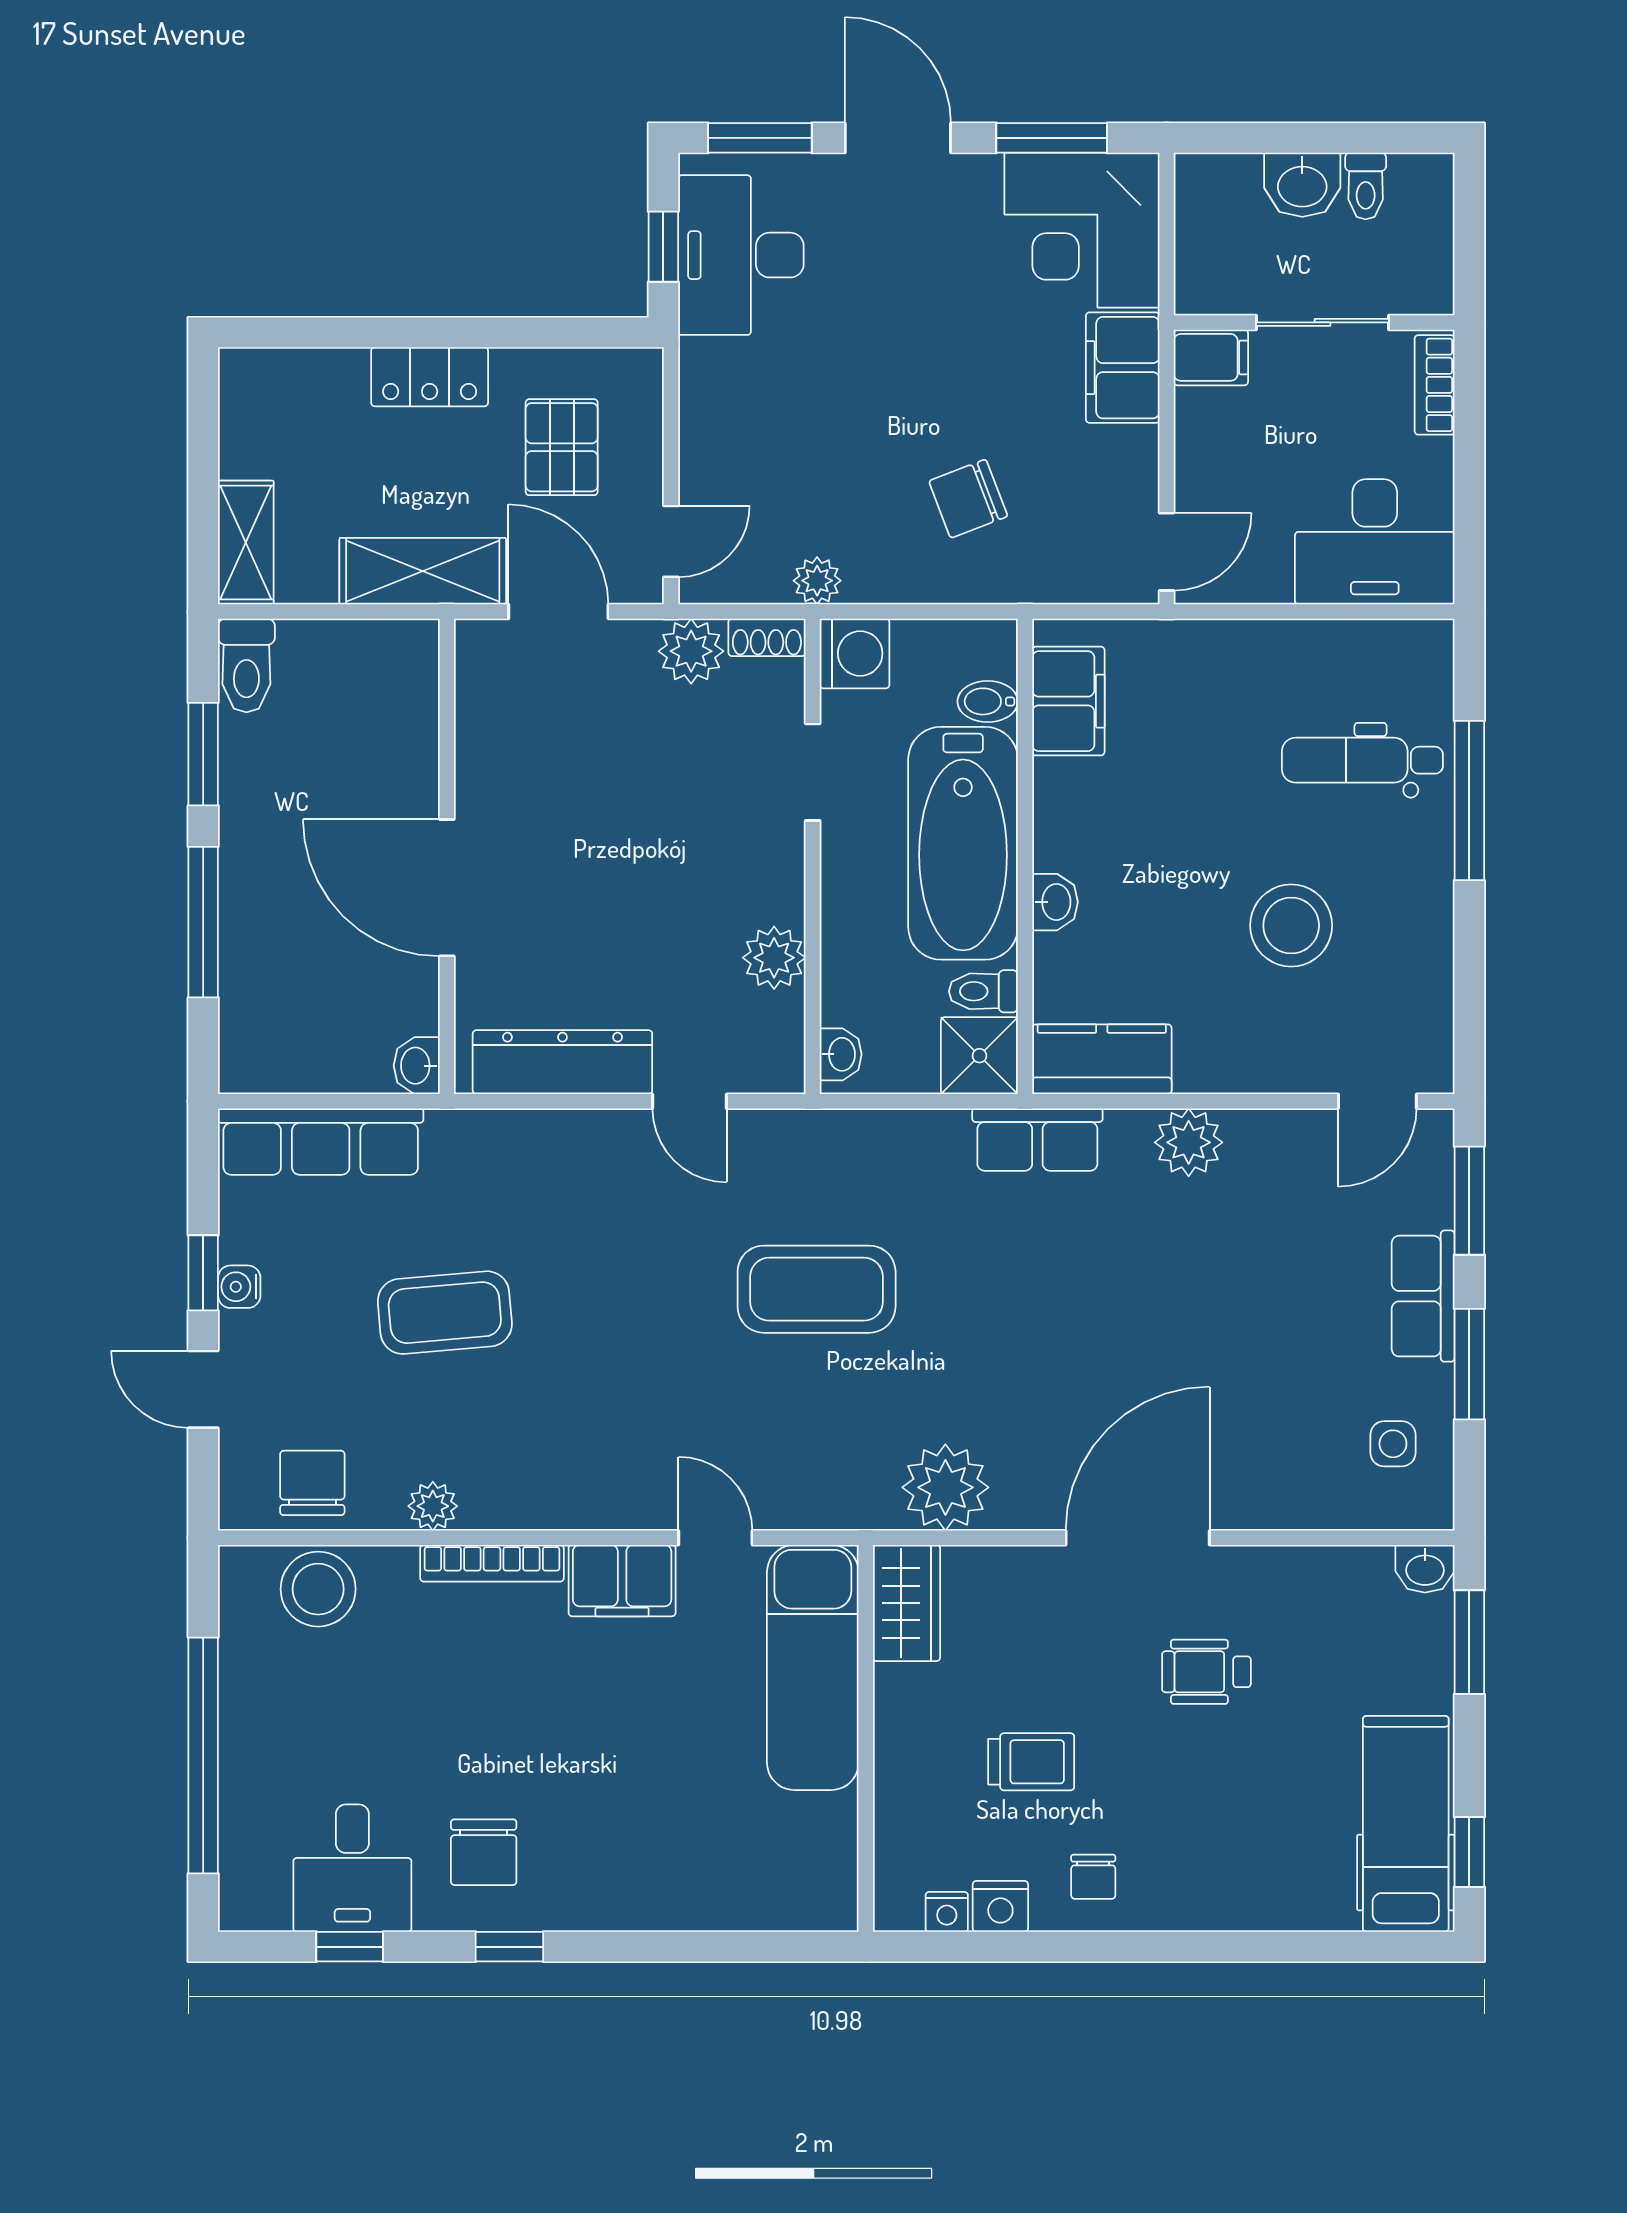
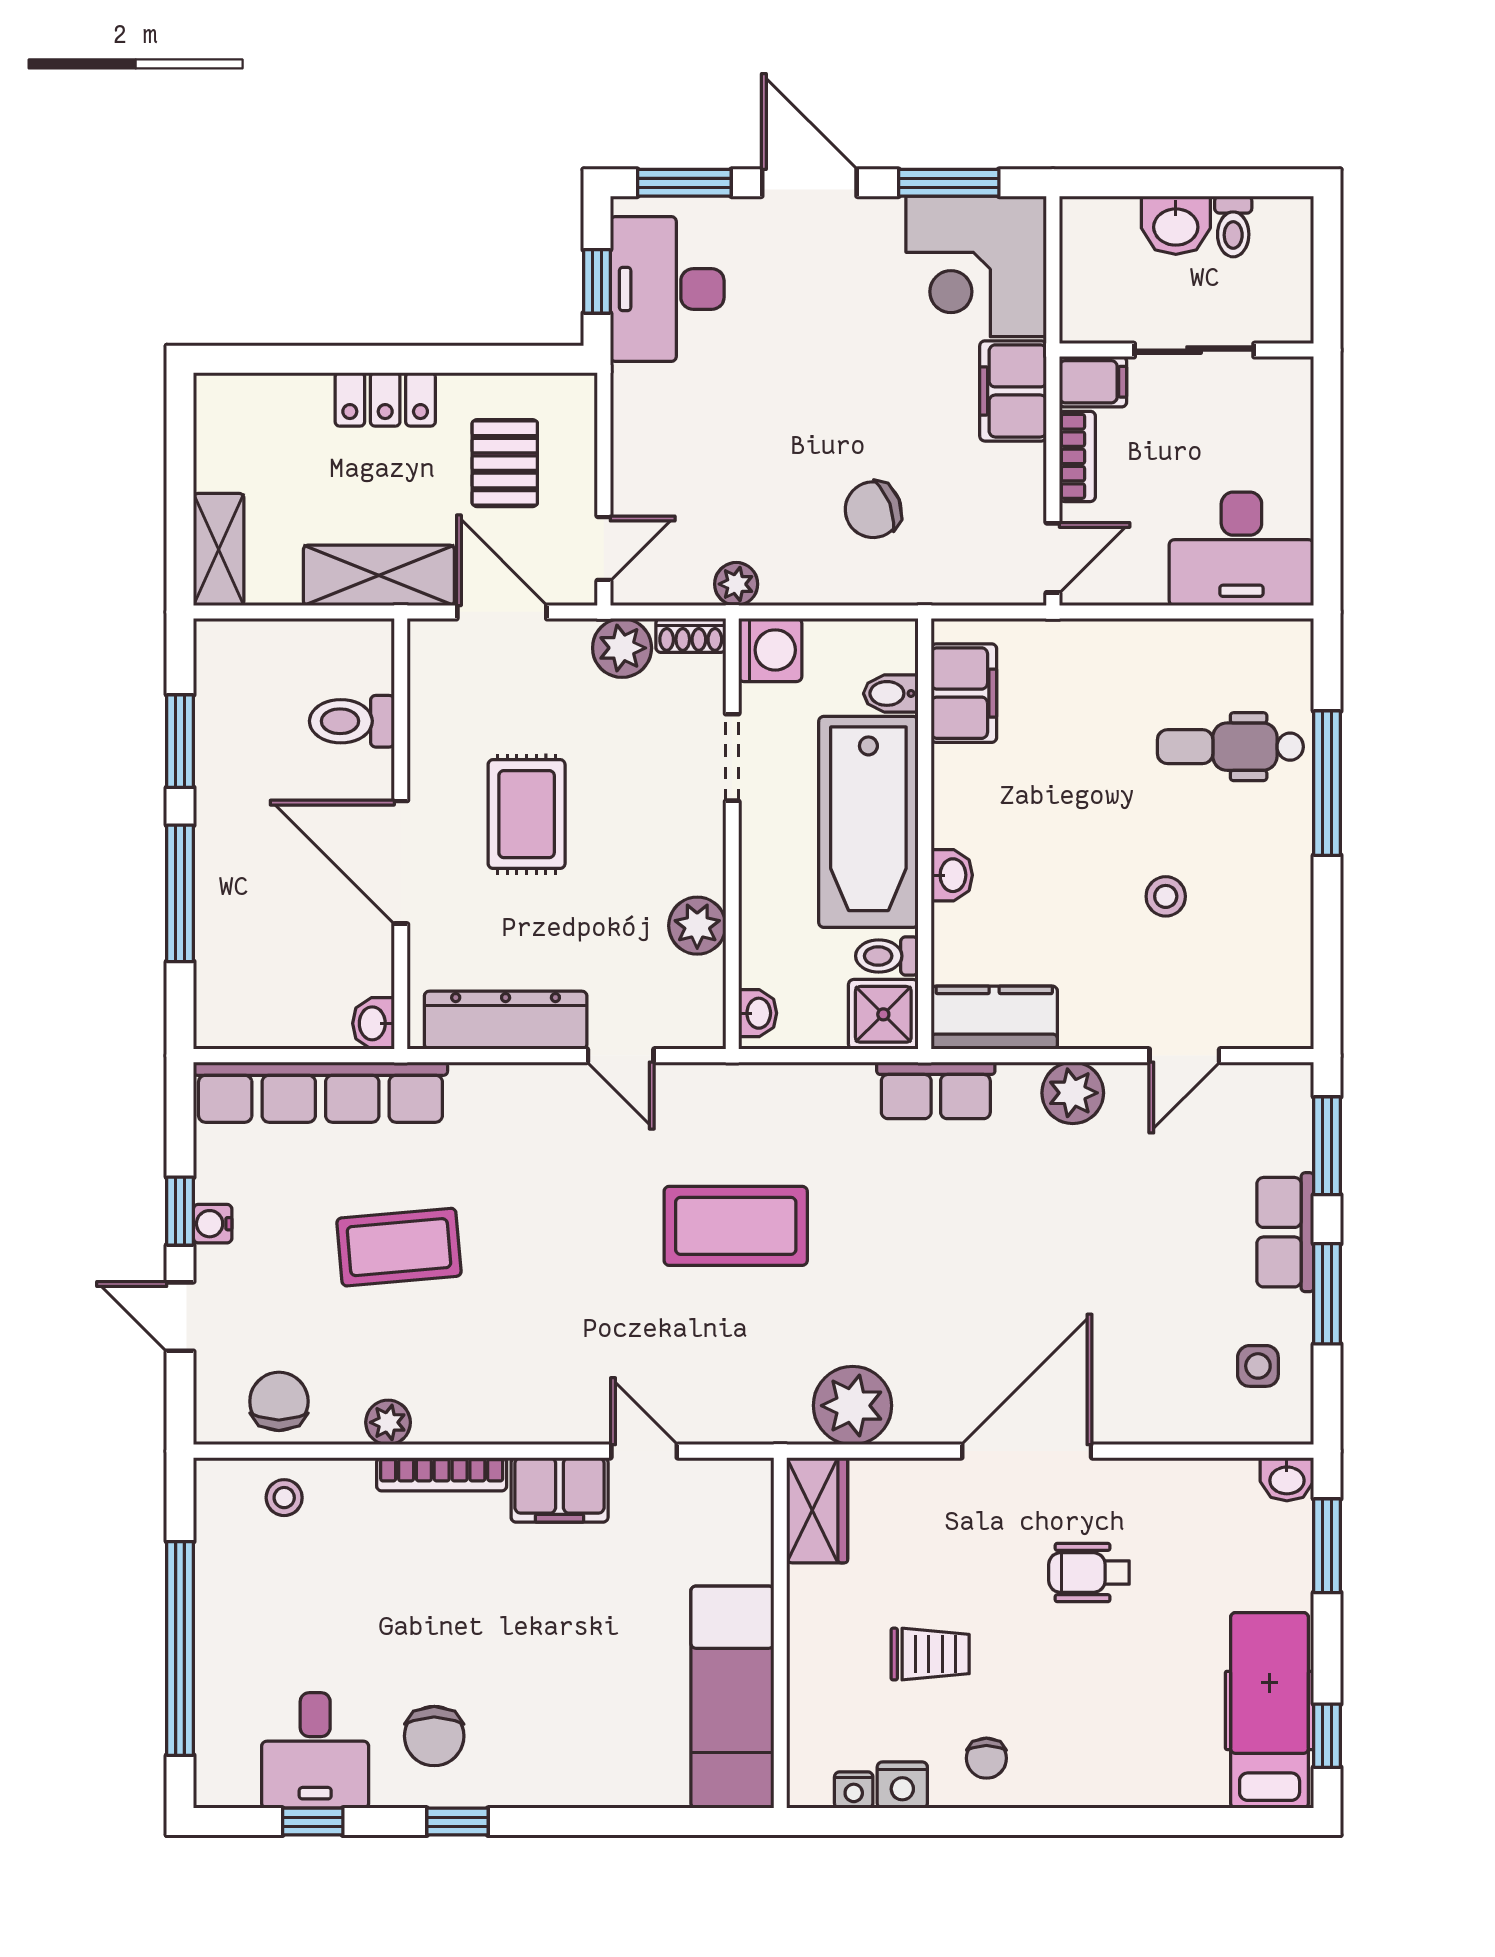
bookcase: (1435, 385) -> (1077, 456), moved, turned 180
toilet: (246, 665) -> (352, 721), moved, turned 90
rug: (586, 835) -> (527, 814), added
stool: (1291, 925) -> (1166, 896), width x0.53, depth x0.53
door: (1377, 1101) -> (1184, 1056), moved
row of seats: (321, 1142) -> (320, 1092), width x1.36
stool: (318, 1589) -> (284, 1498), width x0.53, depth x0.53
exam couch: (813, 1667) -> (732, 1697), moved

